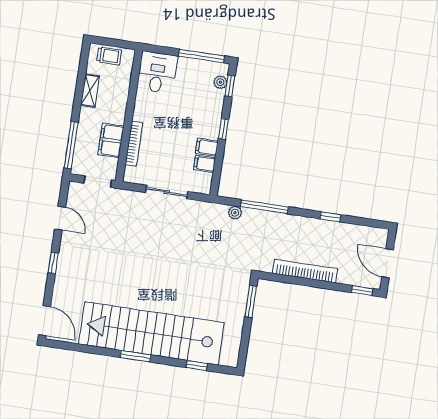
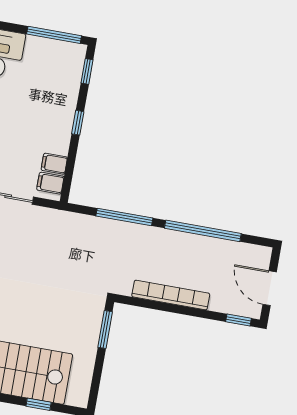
plant: (220, 82) -> (76, 67), removed
filing cabinet: (207, 147) -> (50, 183), moved
plant: (235, 213) -> (89, 223), removed
window: (330, 217) -> (203, 231), width x3.17

